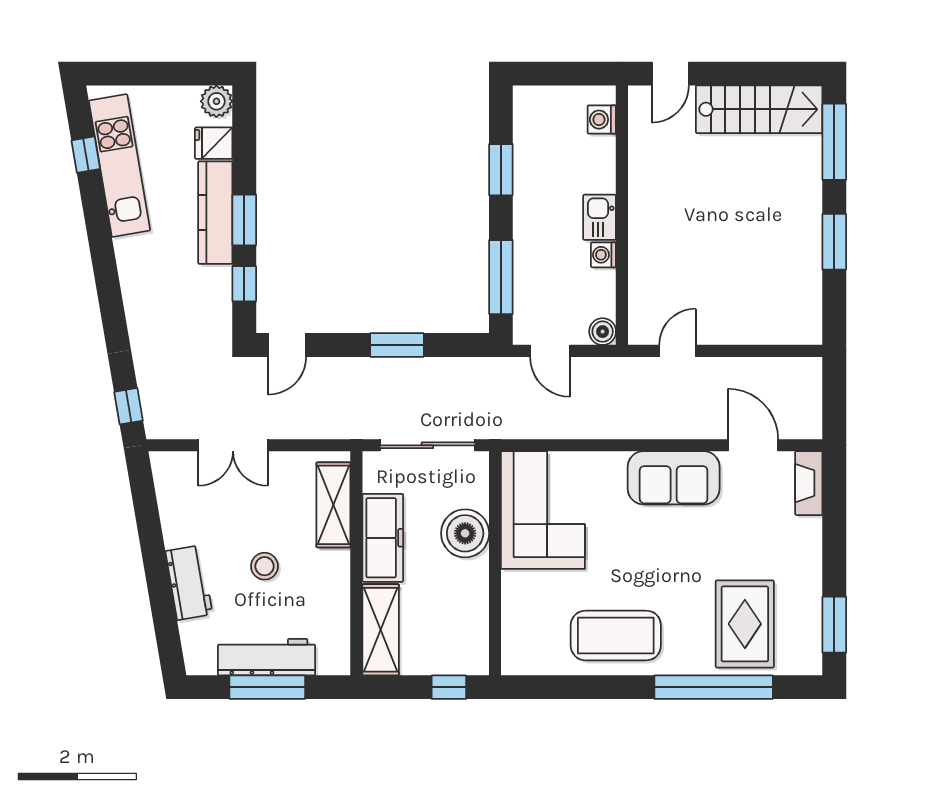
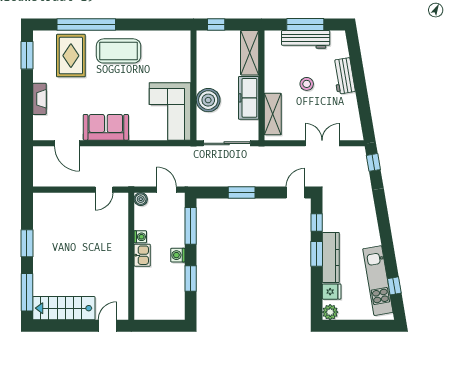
washing machine: (602, 120) -> (178, 255), moved, turned 180
fireplace: (809, 483) -> (39, 99), moved
coffee table: (616, 635) -> (119, 51), moved

